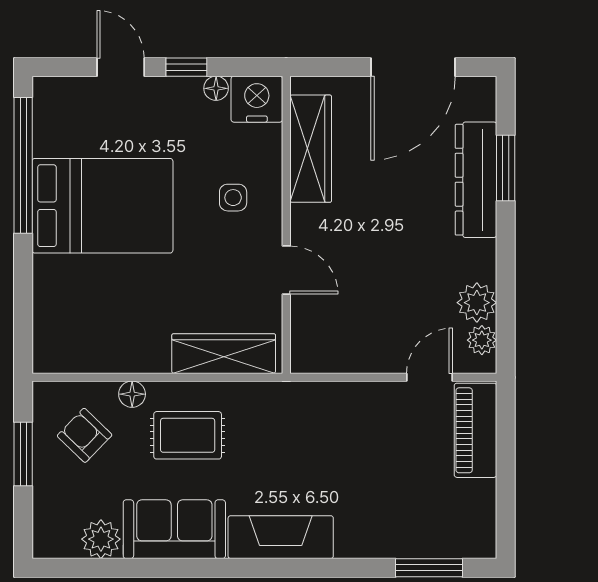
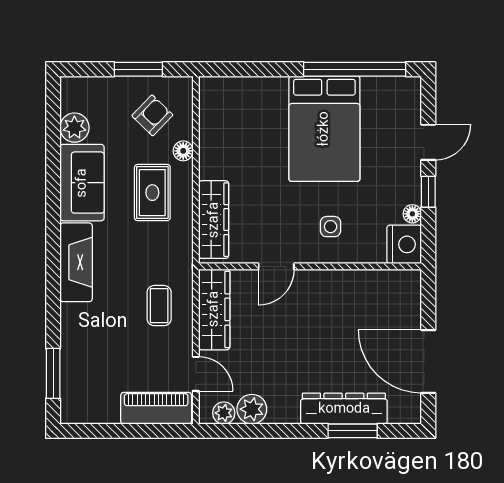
wardrobe: (311, 149) -> (214, 309), moved, turned -90
coffee table: (339, 426) -> (159, 306), added

